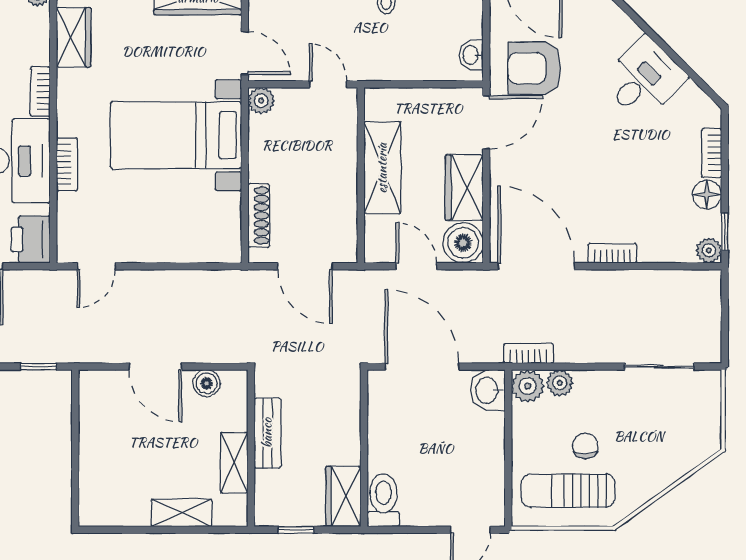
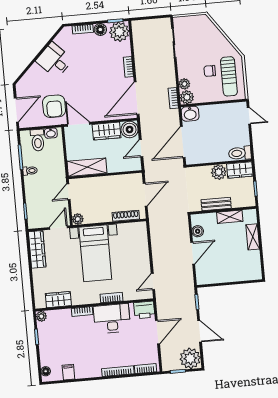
toilet: (457, 22) -> (38, 140), added
shelving: (382, 168) -> (87, 167), moved
plant: (709, 250) -> (119, 32), width x1.88, depth x1.88
door: (96, 266) -> (153, 282), swing flipped
plant: (343, 446) -> (219, 172), added

